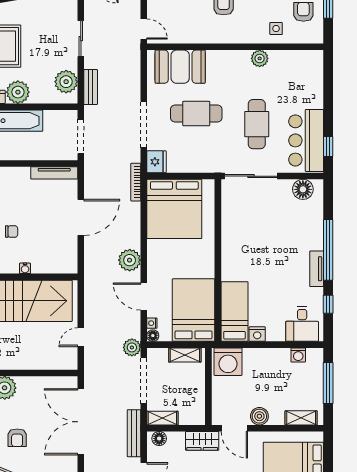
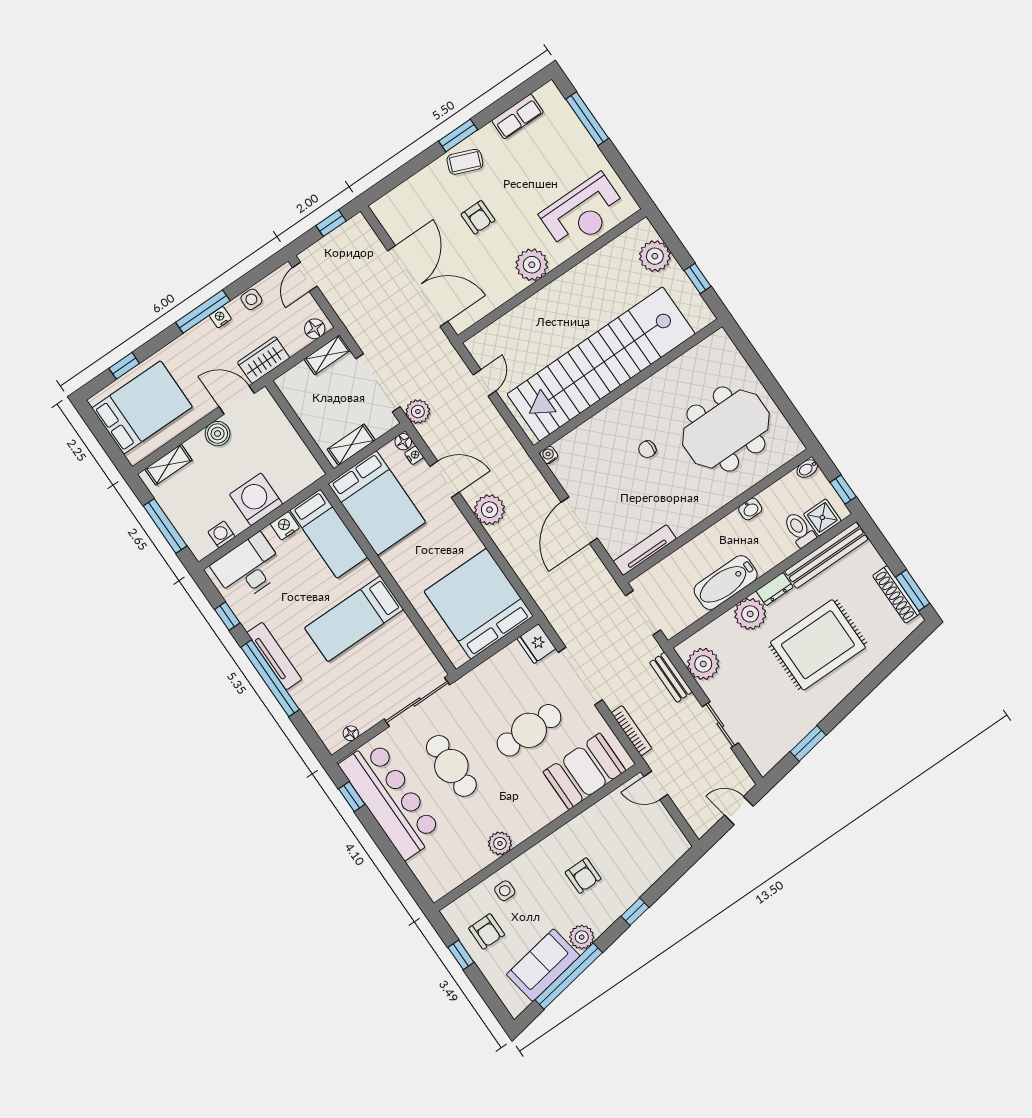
bar counter: (306, 140) -> (391, 799), width x1.36
bookcase: (136, 182) -> (631, 731), moved
floor lamp: (303, 189) -> (351, 733), width x0.53, depth x0.53
bed: (254, 251) -> (354, 619), added
water cooler: (25, 268) -> (549, 455), moved
tv unit: (317, 269) -> (274, 656), width x1.41
desk: (302, 324) -> (248, 568), width x1.37
washing machine: (228, 362) -> (256, 499), moved
bench: (134, 433) -> (348, 315), removed
armchair: (17, 438) -> (478, 217), turned 180

